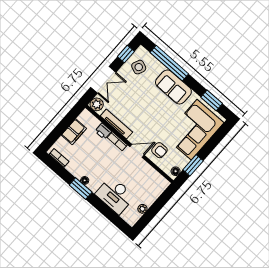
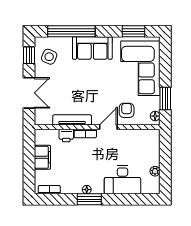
plant: (97, 104) -> (41, 118), removed
armchair: (159, 150) -> (127, 110), turned -90

